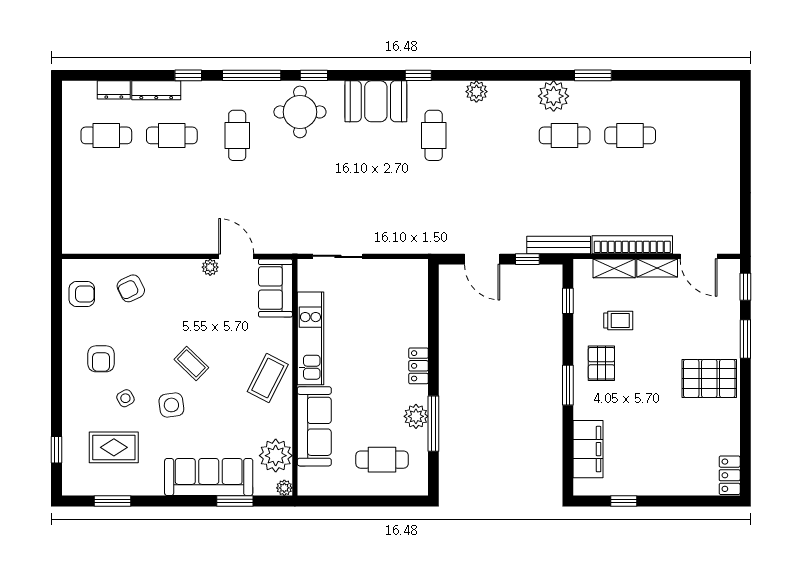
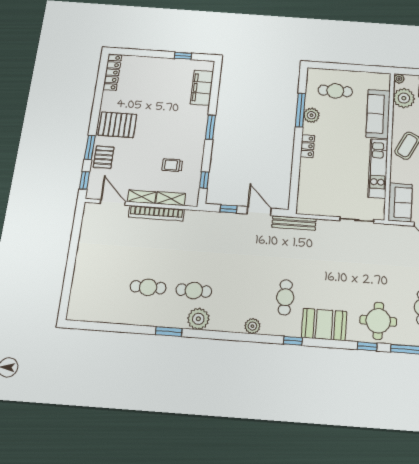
bench: (559, 245) -> (294, 223), moved
pallet: (601, 363) -> (104, 157), moved
locker: (730, 475) -> (112, 72), width x1.53

